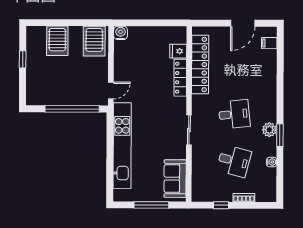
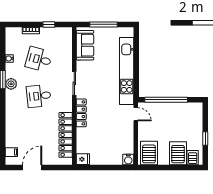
server rack: (39, 35) -> (193, 158), added
fridge: (178, 51) -> (83, 159), moved
locker: (180, 78) -> (81, 113), moved
door: (111, 90) -> (136, 114), swing flipped

